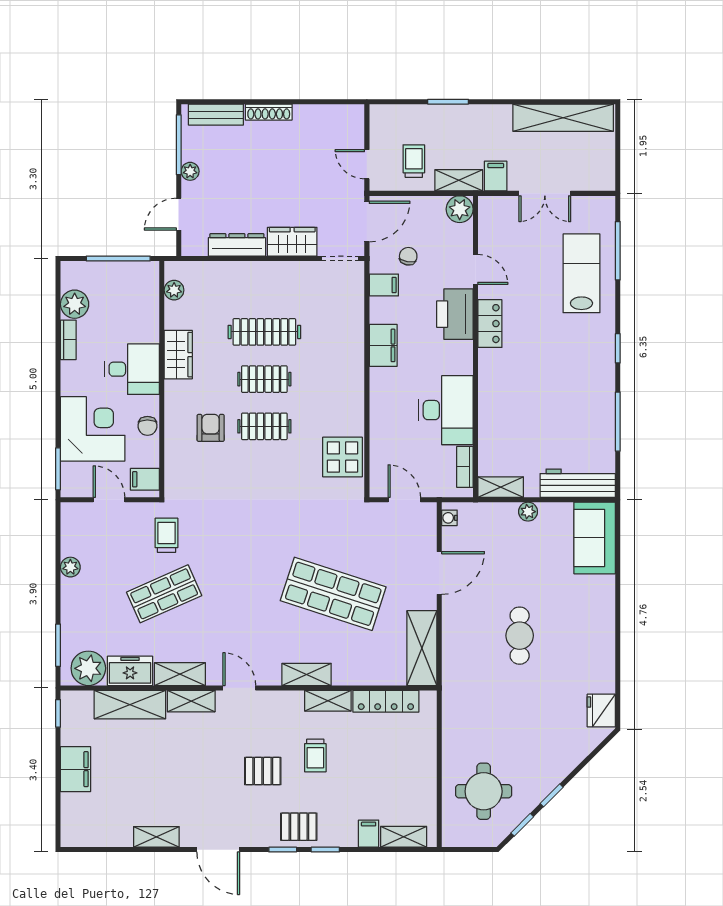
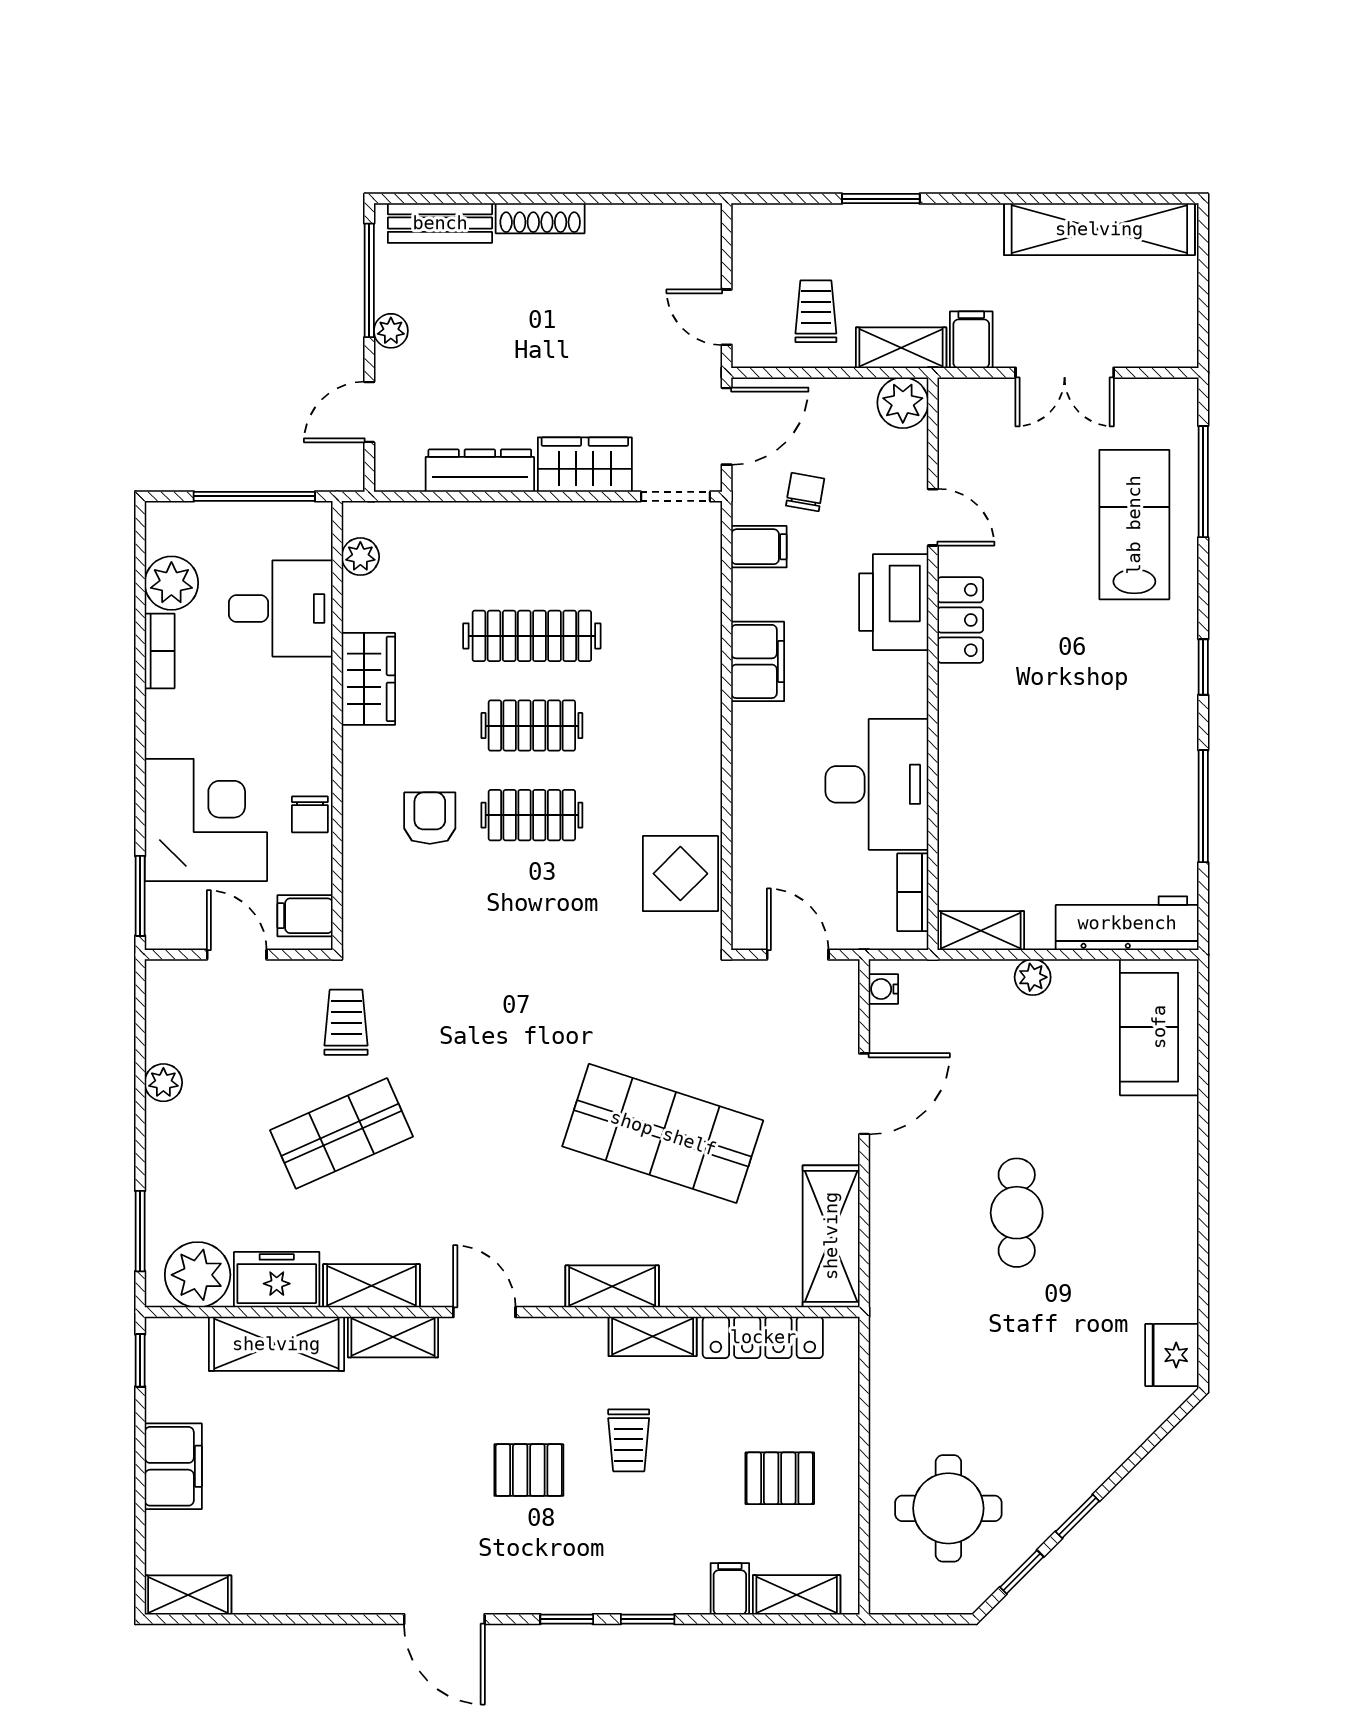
desk: (132, 369) -> (281, 608), moved
pallet: (299, 827) -> (780, 1478), moved
shelving: (156, 837) -> (188, 1595), moved

